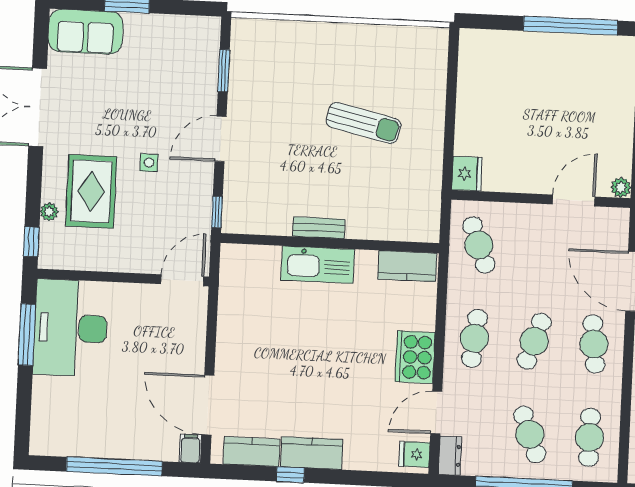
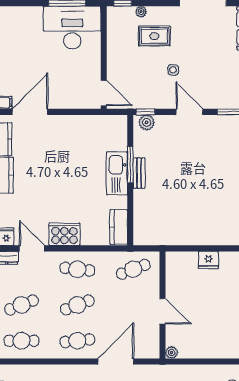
sun lounger: (364, 123) -> (203, 197), removed
fridge: (467, 174) -> (208, 260), moved
rug: (91, 191) -> (154, 36), width x0.73, depth x0.70
door: (574, 200) -> (163, 311), moved
plant: (235, 211) -> (147, 122), added
window: (304, 242) -> (130, 165), added
cafe table: (534, 341) -> (77, 305), turned -39

